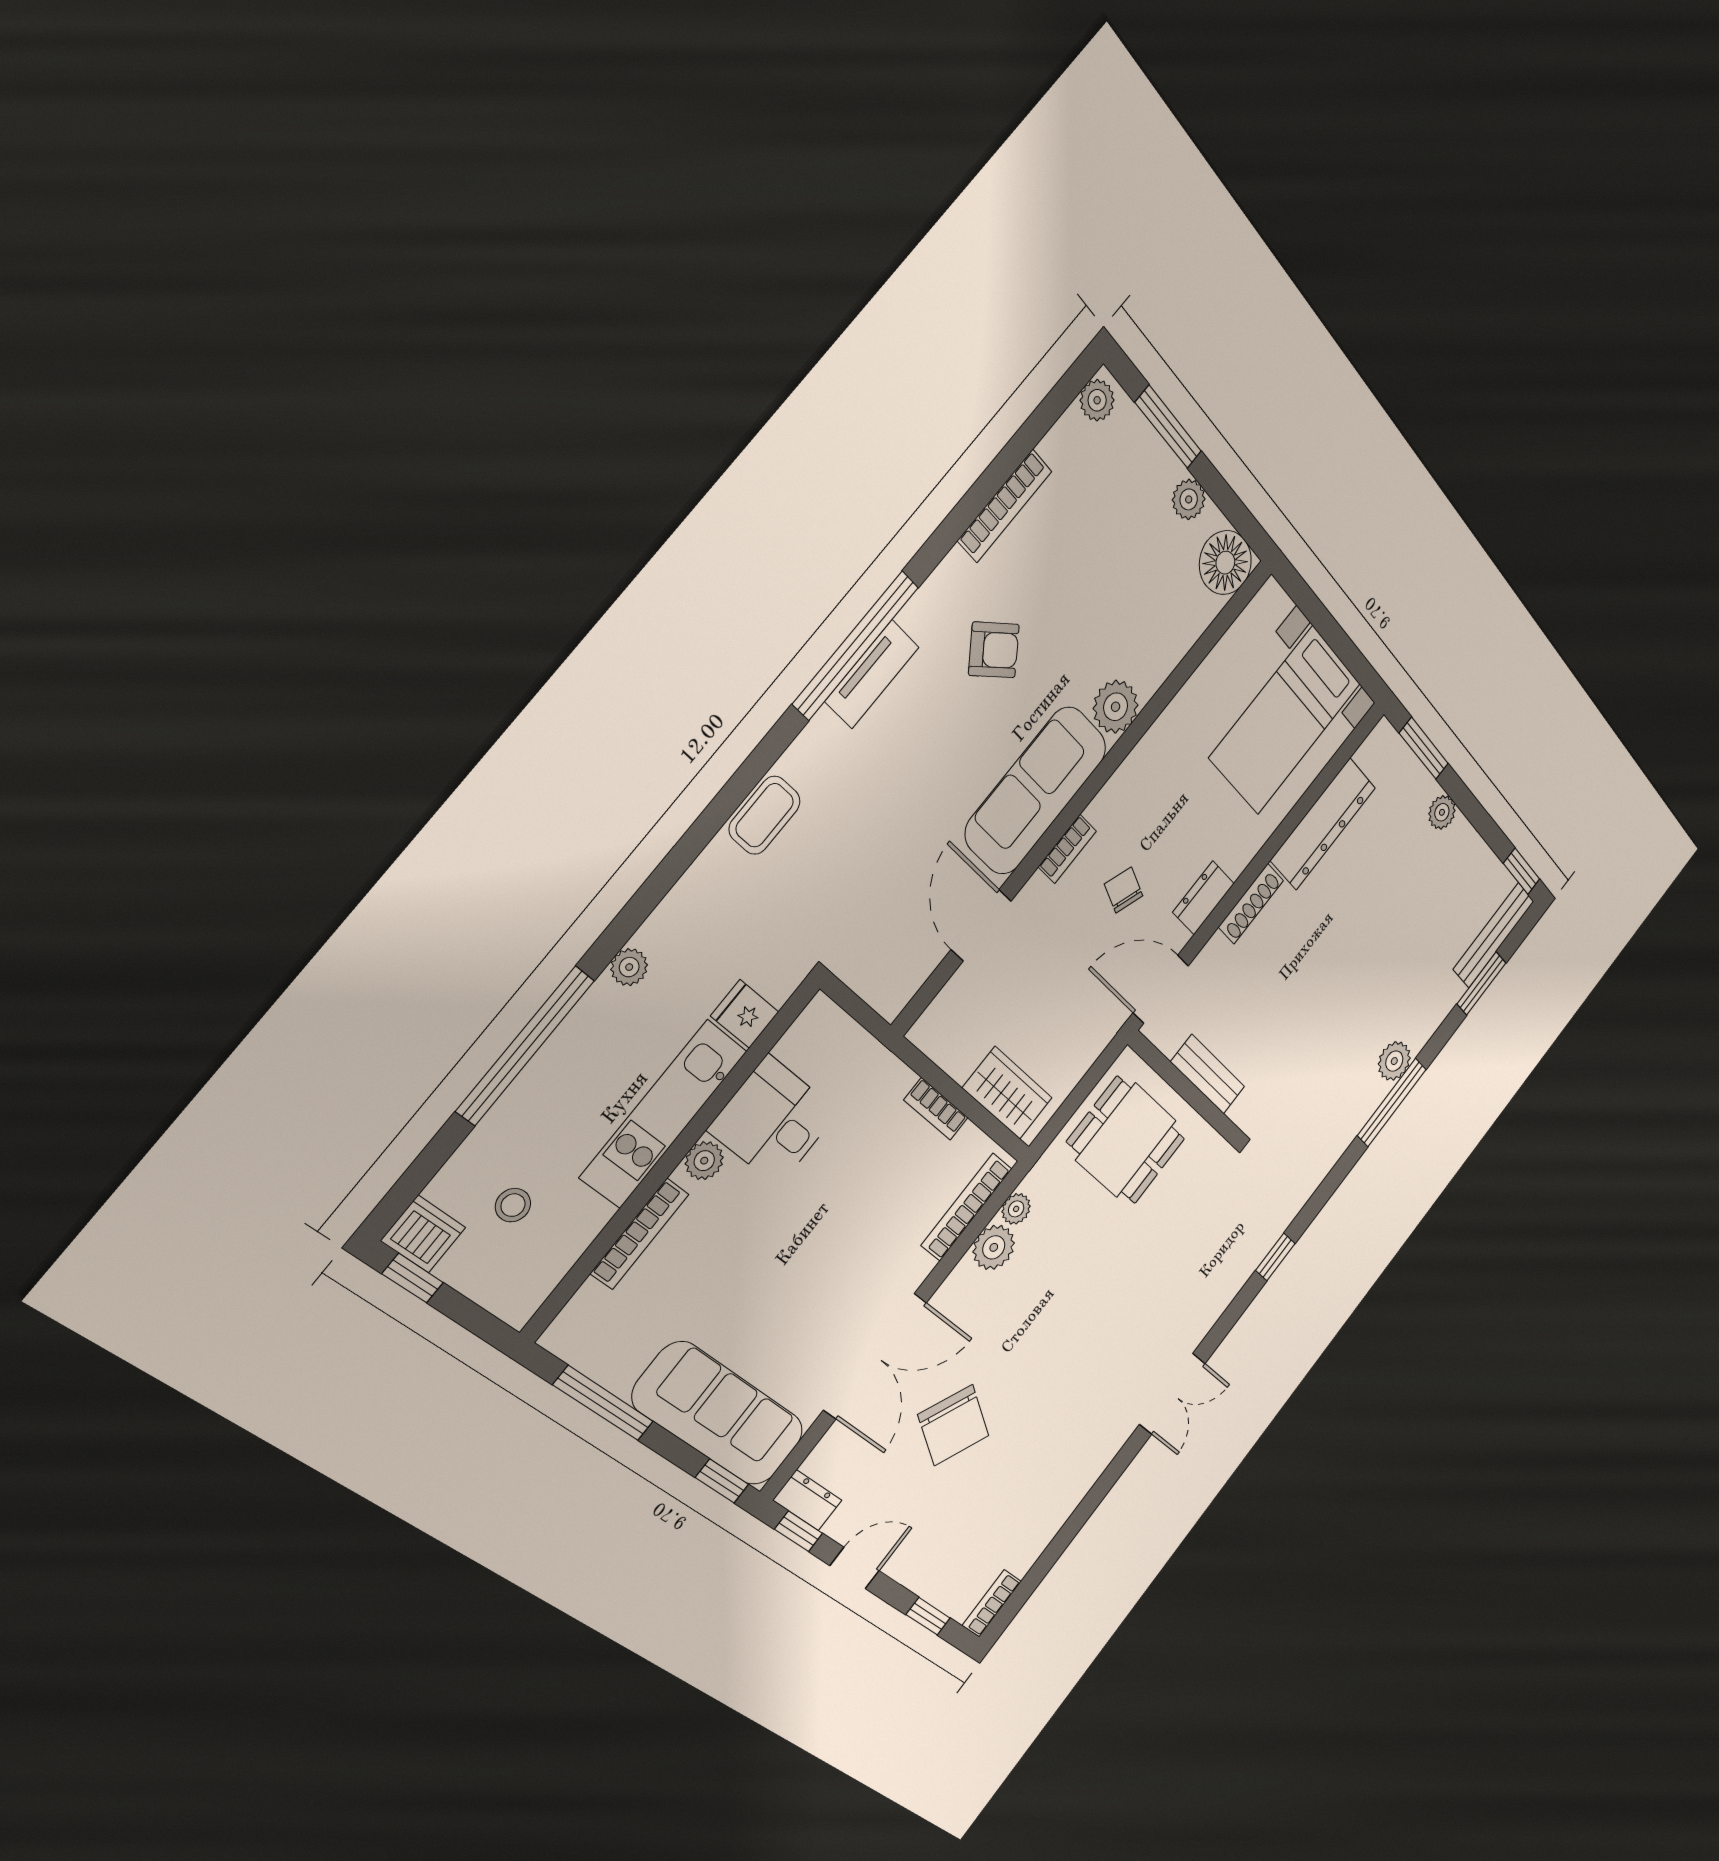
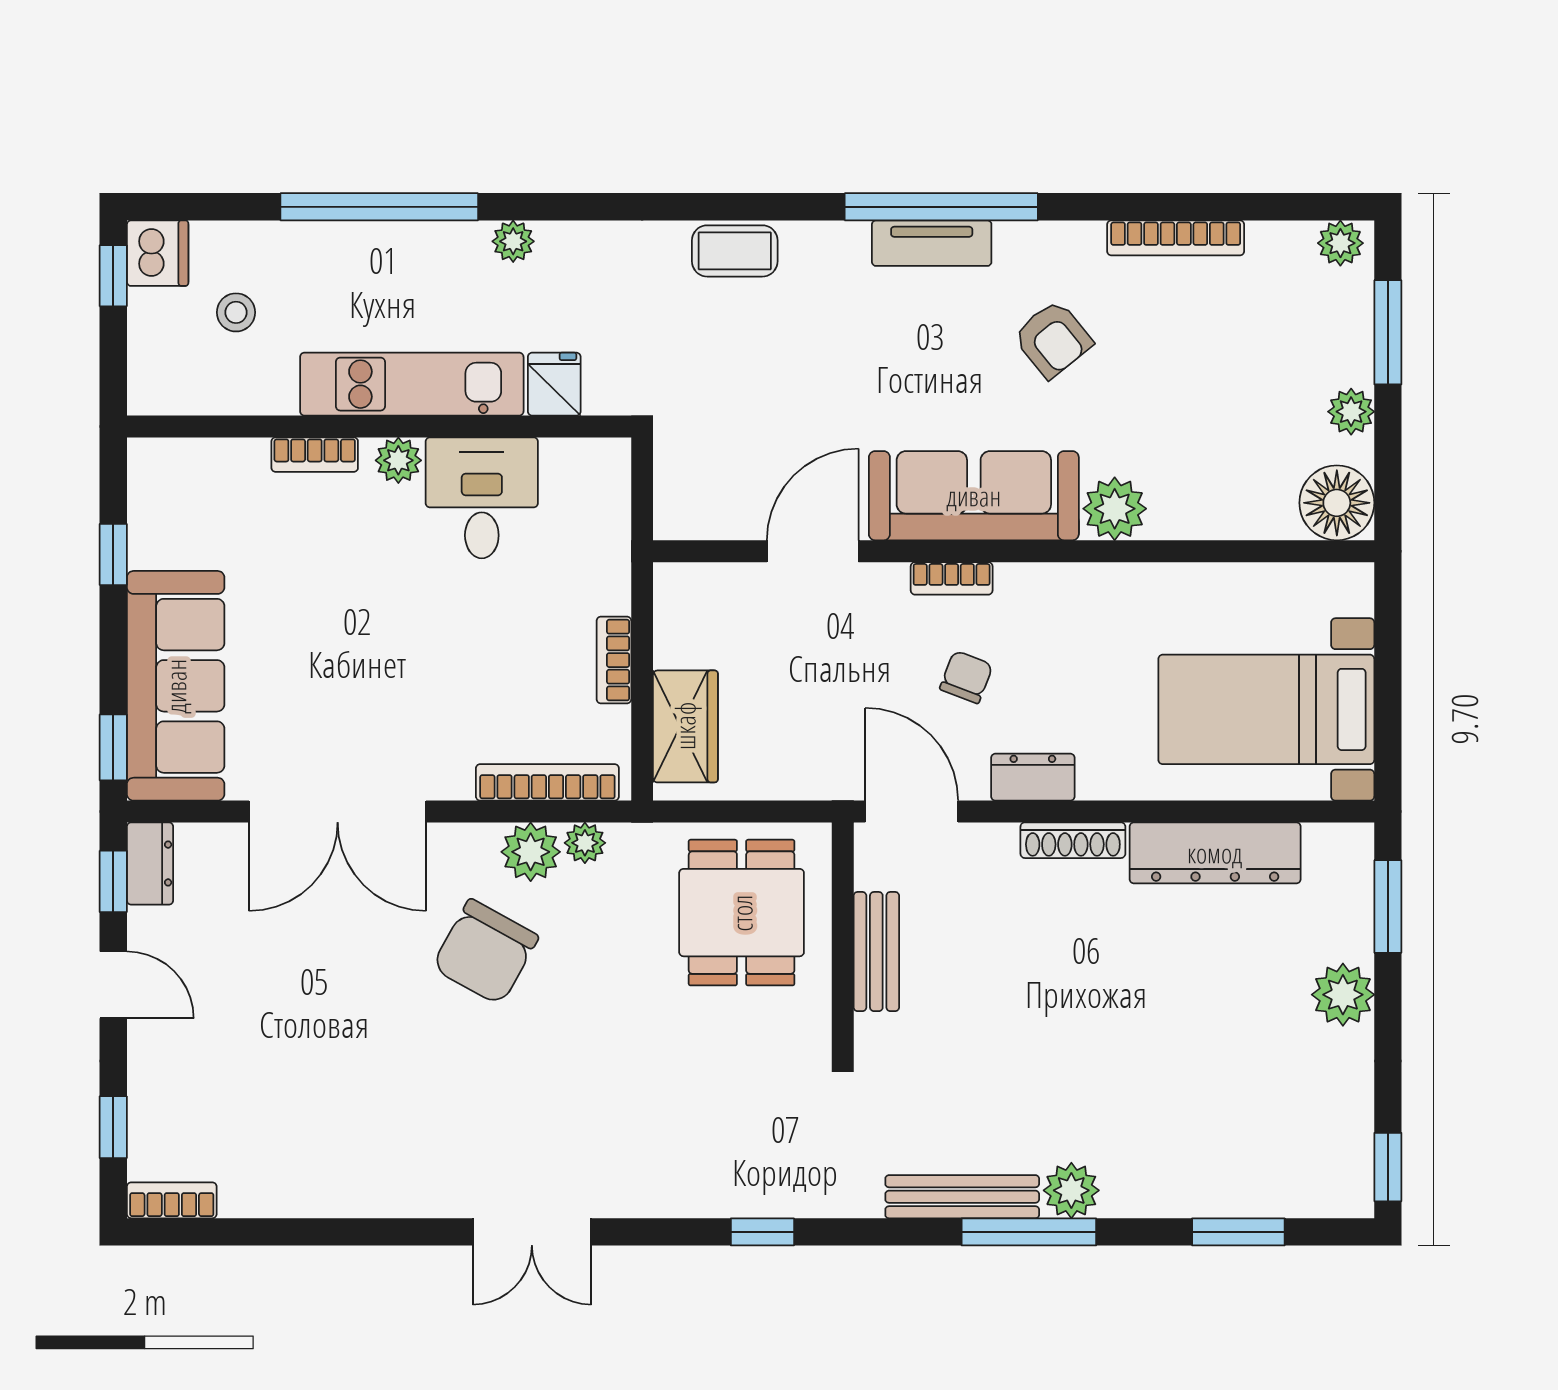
plant: (1442, 812) -> (1343, 995), width x1.38, depth x1.38
bench: (1494, 935) -> (962, 1197), moved
bookcase: (640, 1234) -> (315, 455), width x0.64
window: (603, 1403) -> (113, 554), width x0.46
chair: (953, 1425) -> (485, 952), moved

